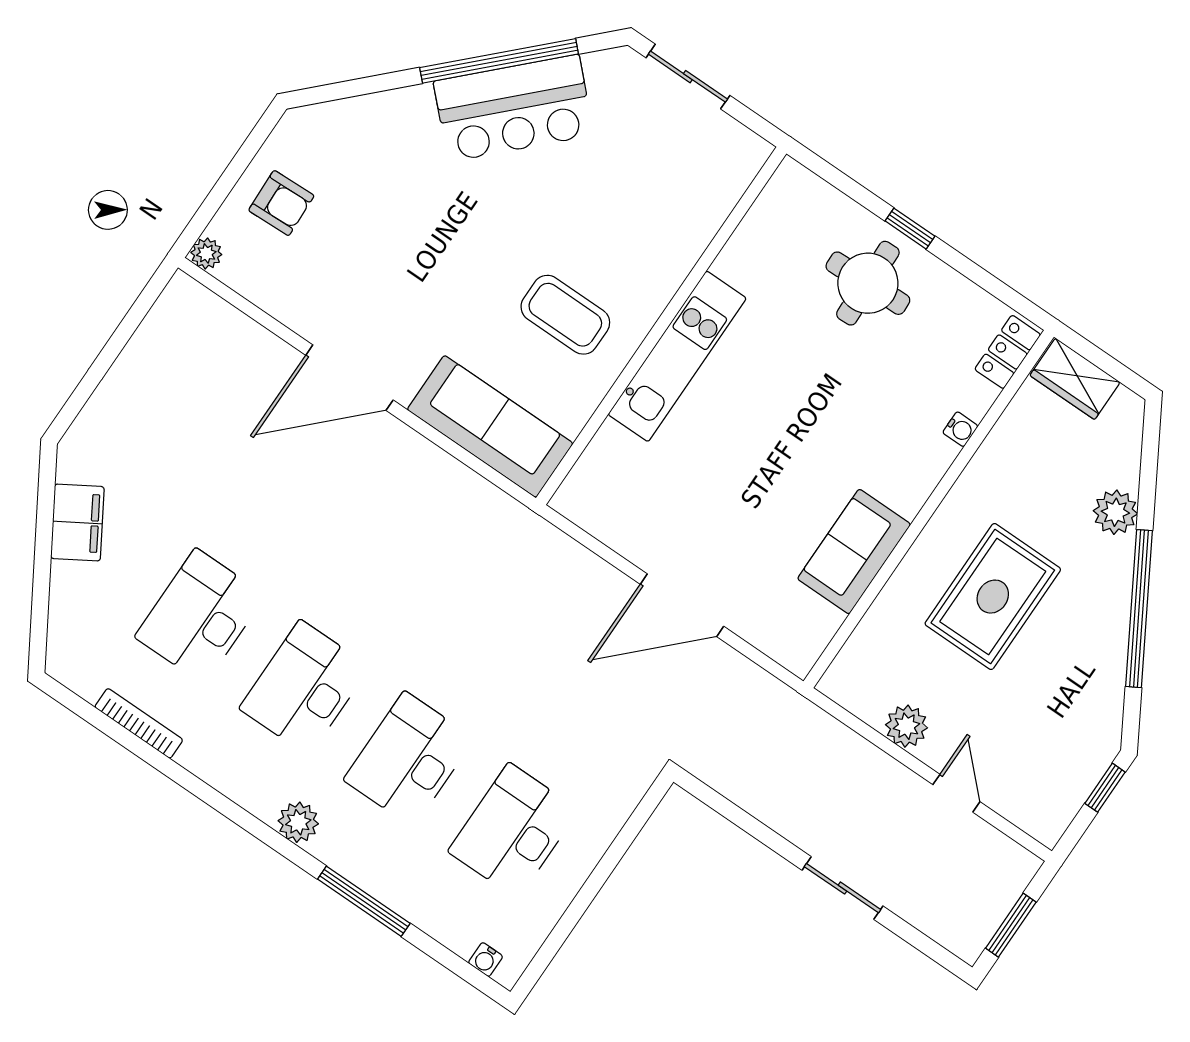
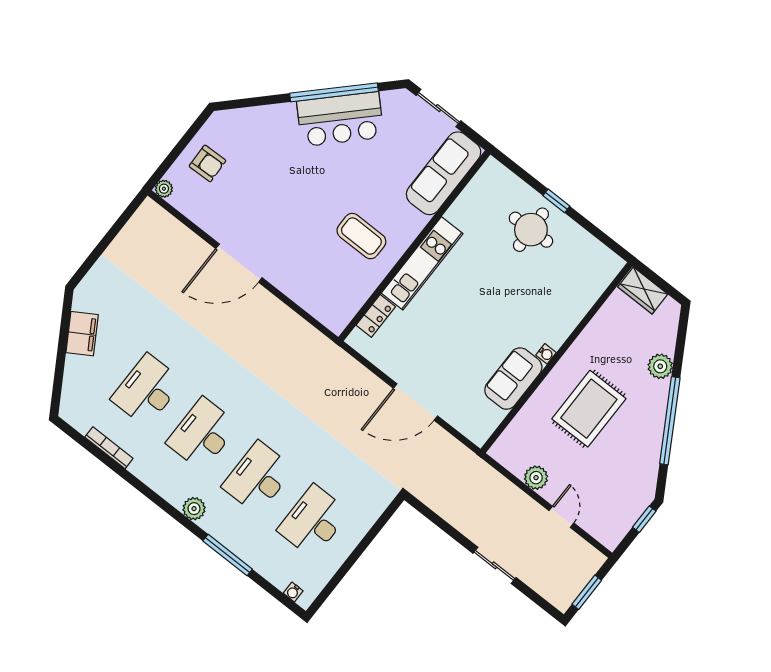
locker: (1008, 352) -> (376, 316), moved, turned 180
sofa: (490, 426) -> (444, 173), moved, turned -90
water cooler: (960, 429) -> (546, 354), moved

